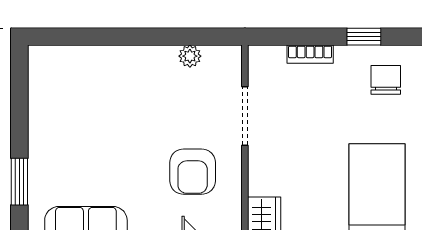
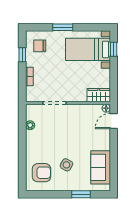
side table: (92, 146) -> (66, 165), added
armchair: (193, 172) -> (41, 173), moved

